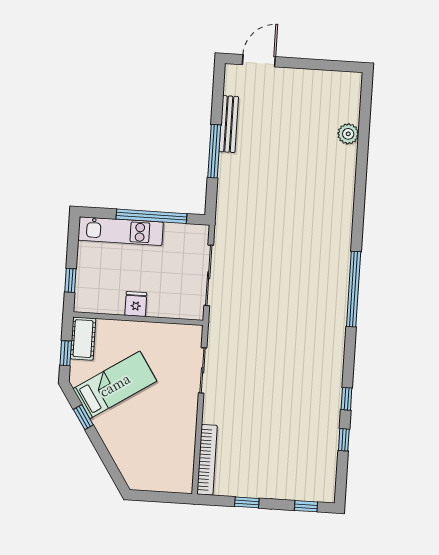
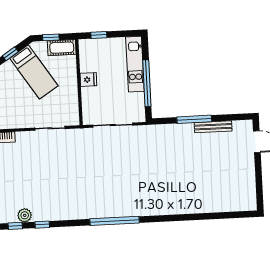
plant: (348, 134) -> (25, 215), moved

